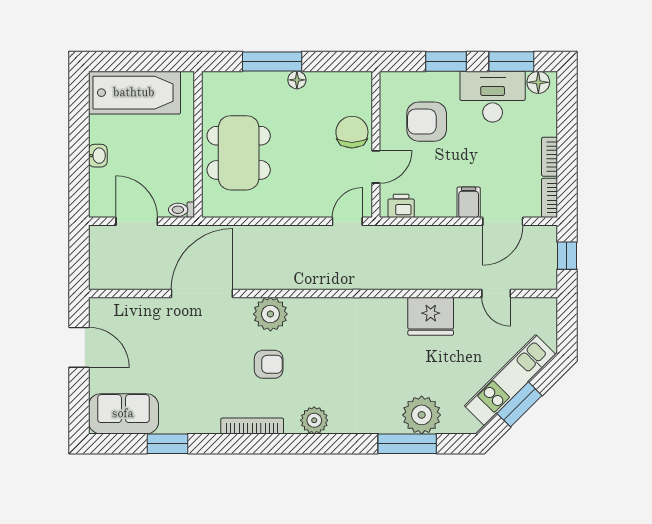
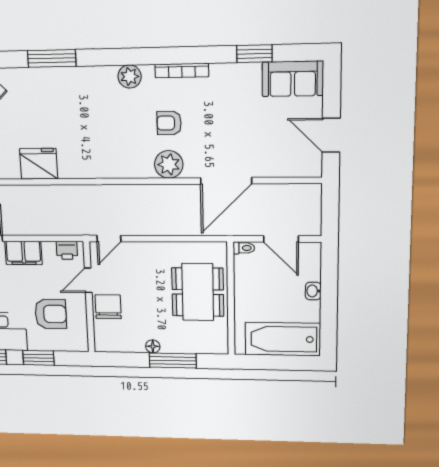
chair: (352, 132) -> (108, 307), turned 180
filing cabinet: (469, 202) -> (23, 253), width x2.00
plant: (422, 415) -> (41, 83), removed

